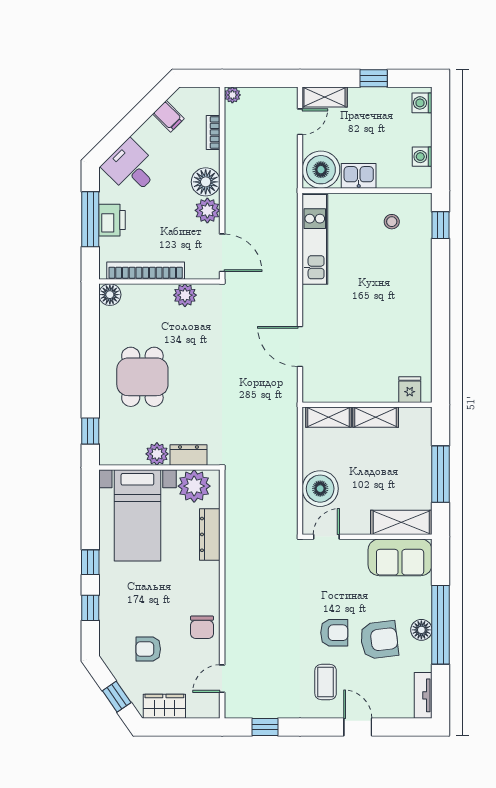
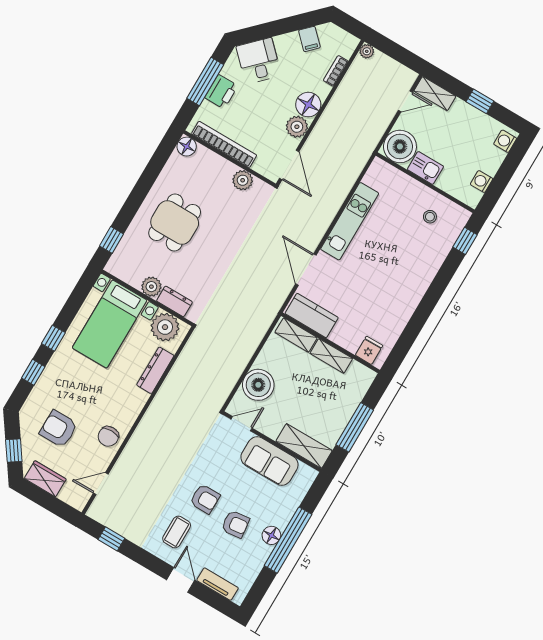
kitchen unit: (315, 239) -> (350, 221), moved
kitchen counter: (332, 389) -> (312, 316), added
sofa: (400, 557) -> (269, 461), moved
armchair: (379, 640) -> (235, 524), width x0.72, depth x0.72
armchair: (148, 649) -> (59, 429), width x1.38, depth x1.38
tv unit: (423, 695) -> (218, 584), moved, turned 90

